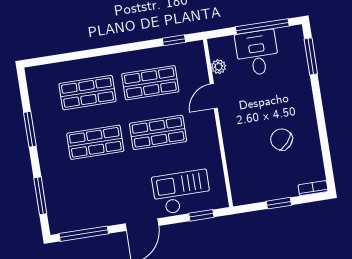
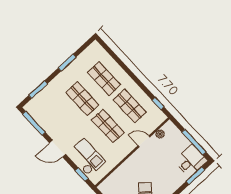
desk: (257, 53) -> (191, 161), moved

